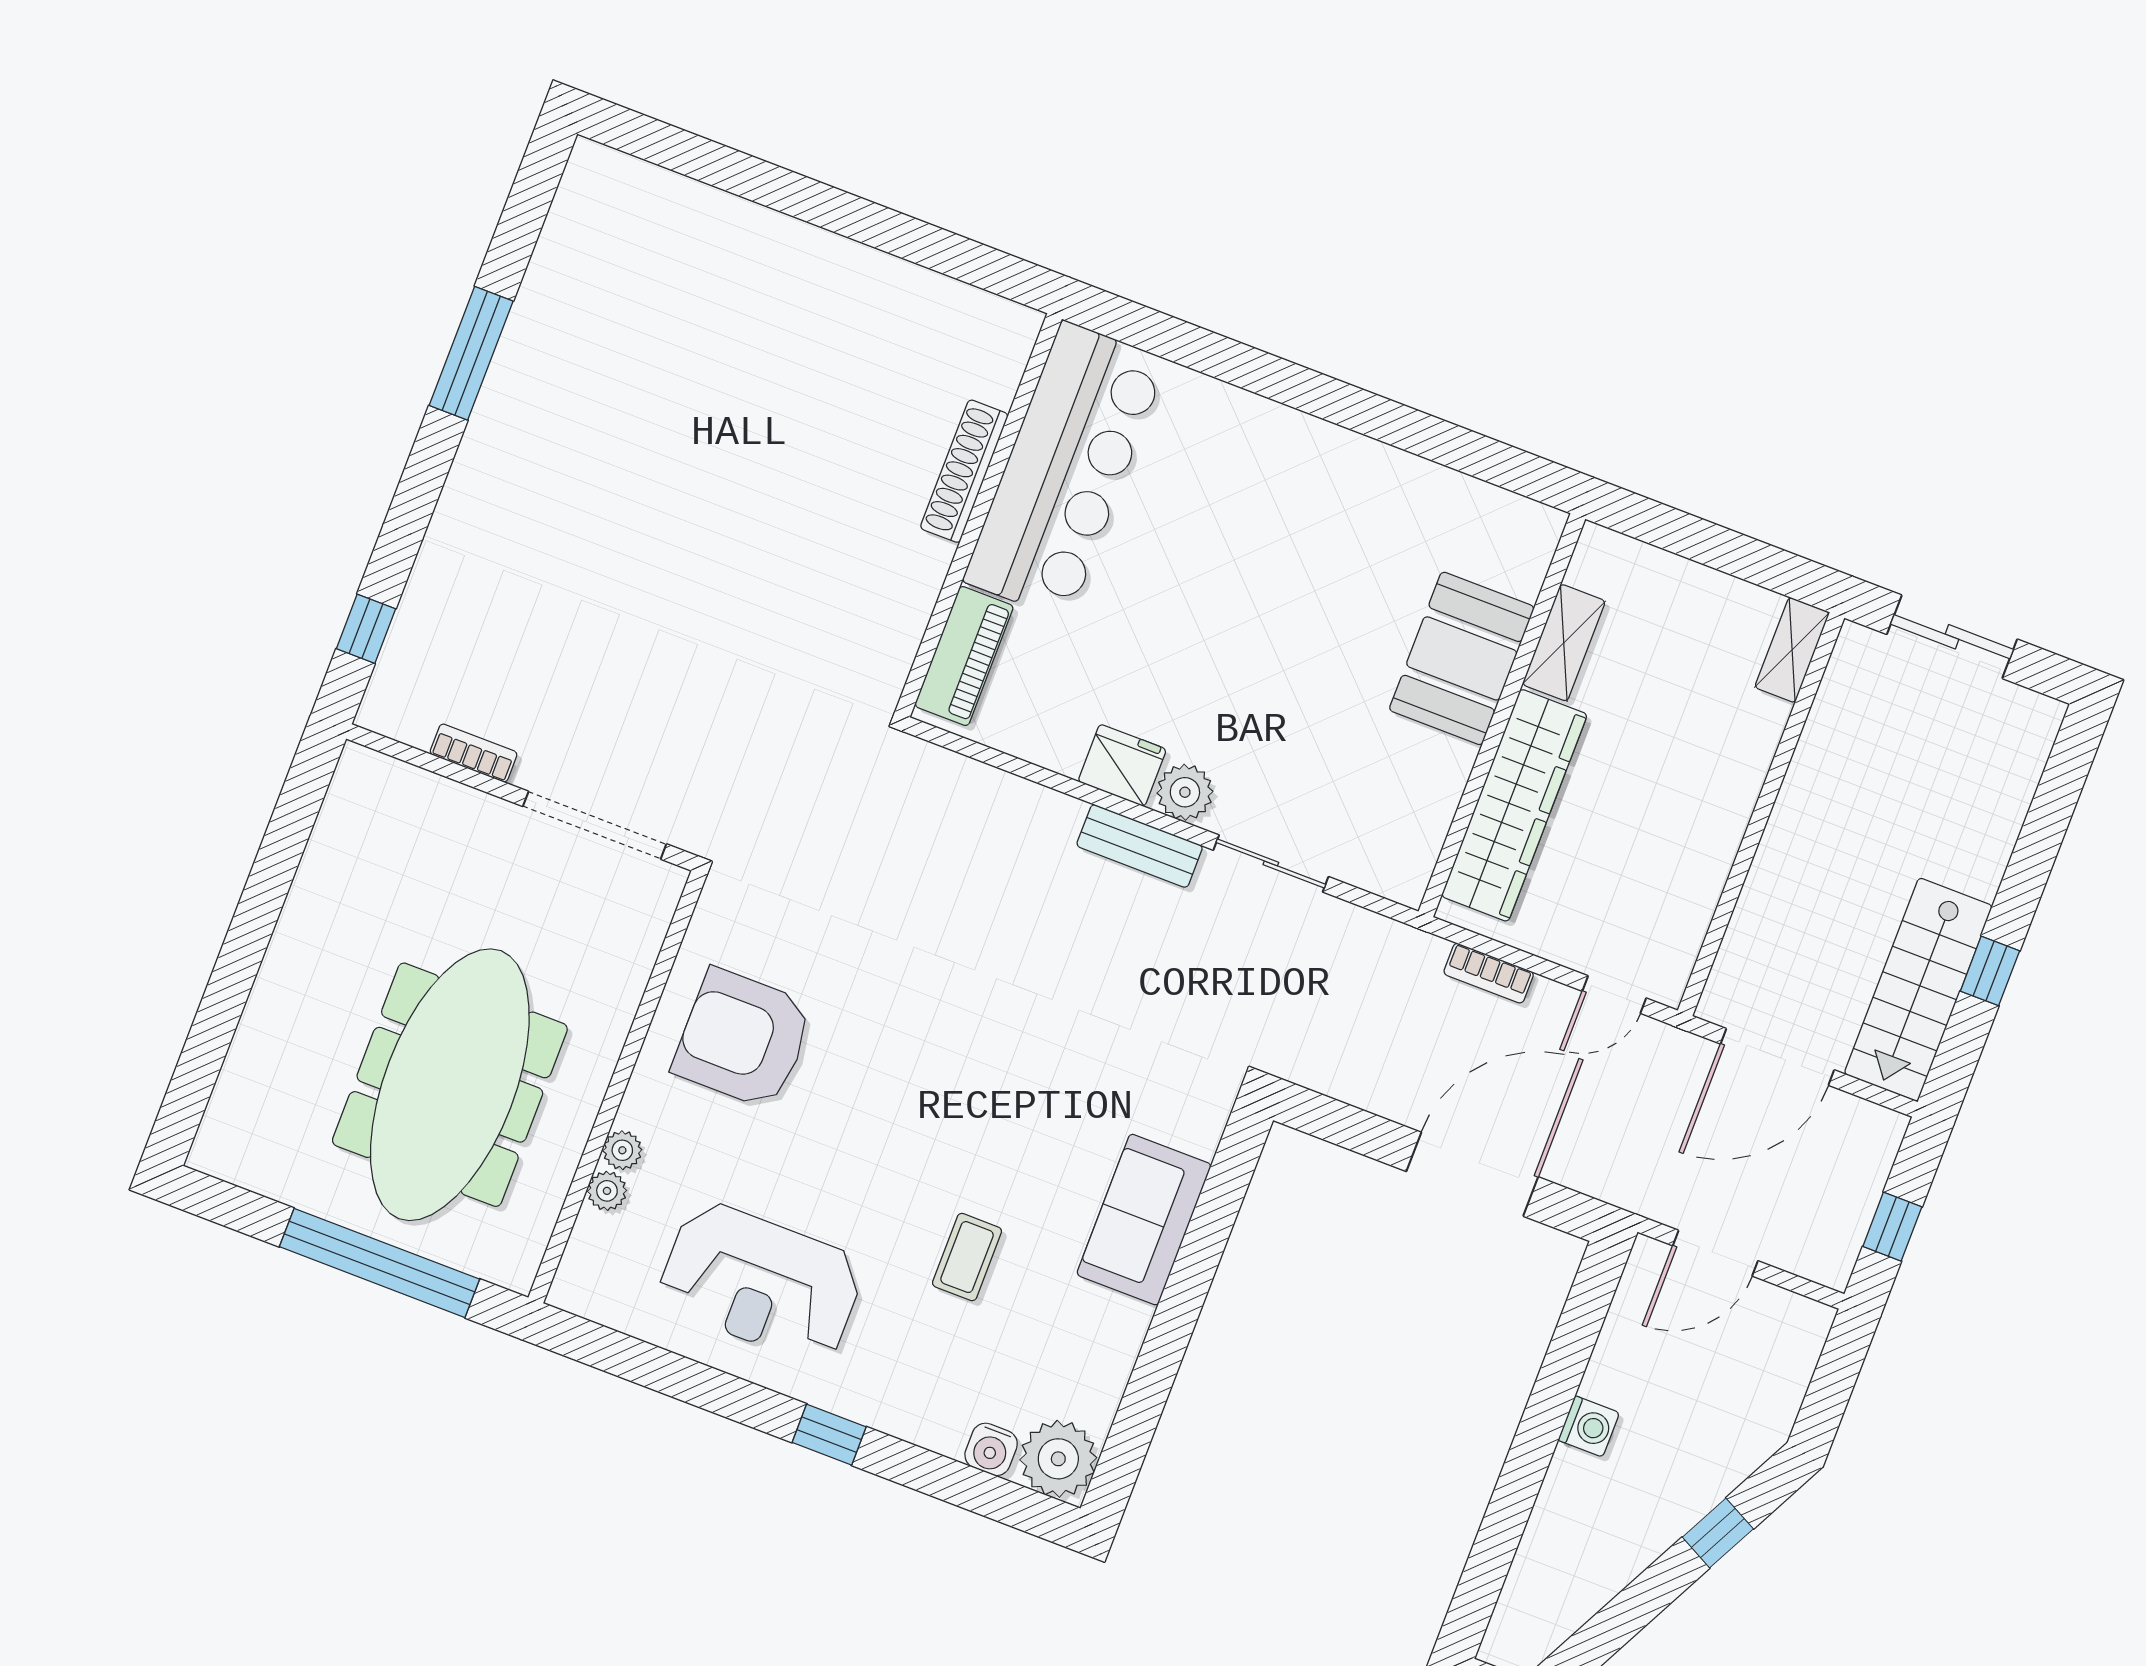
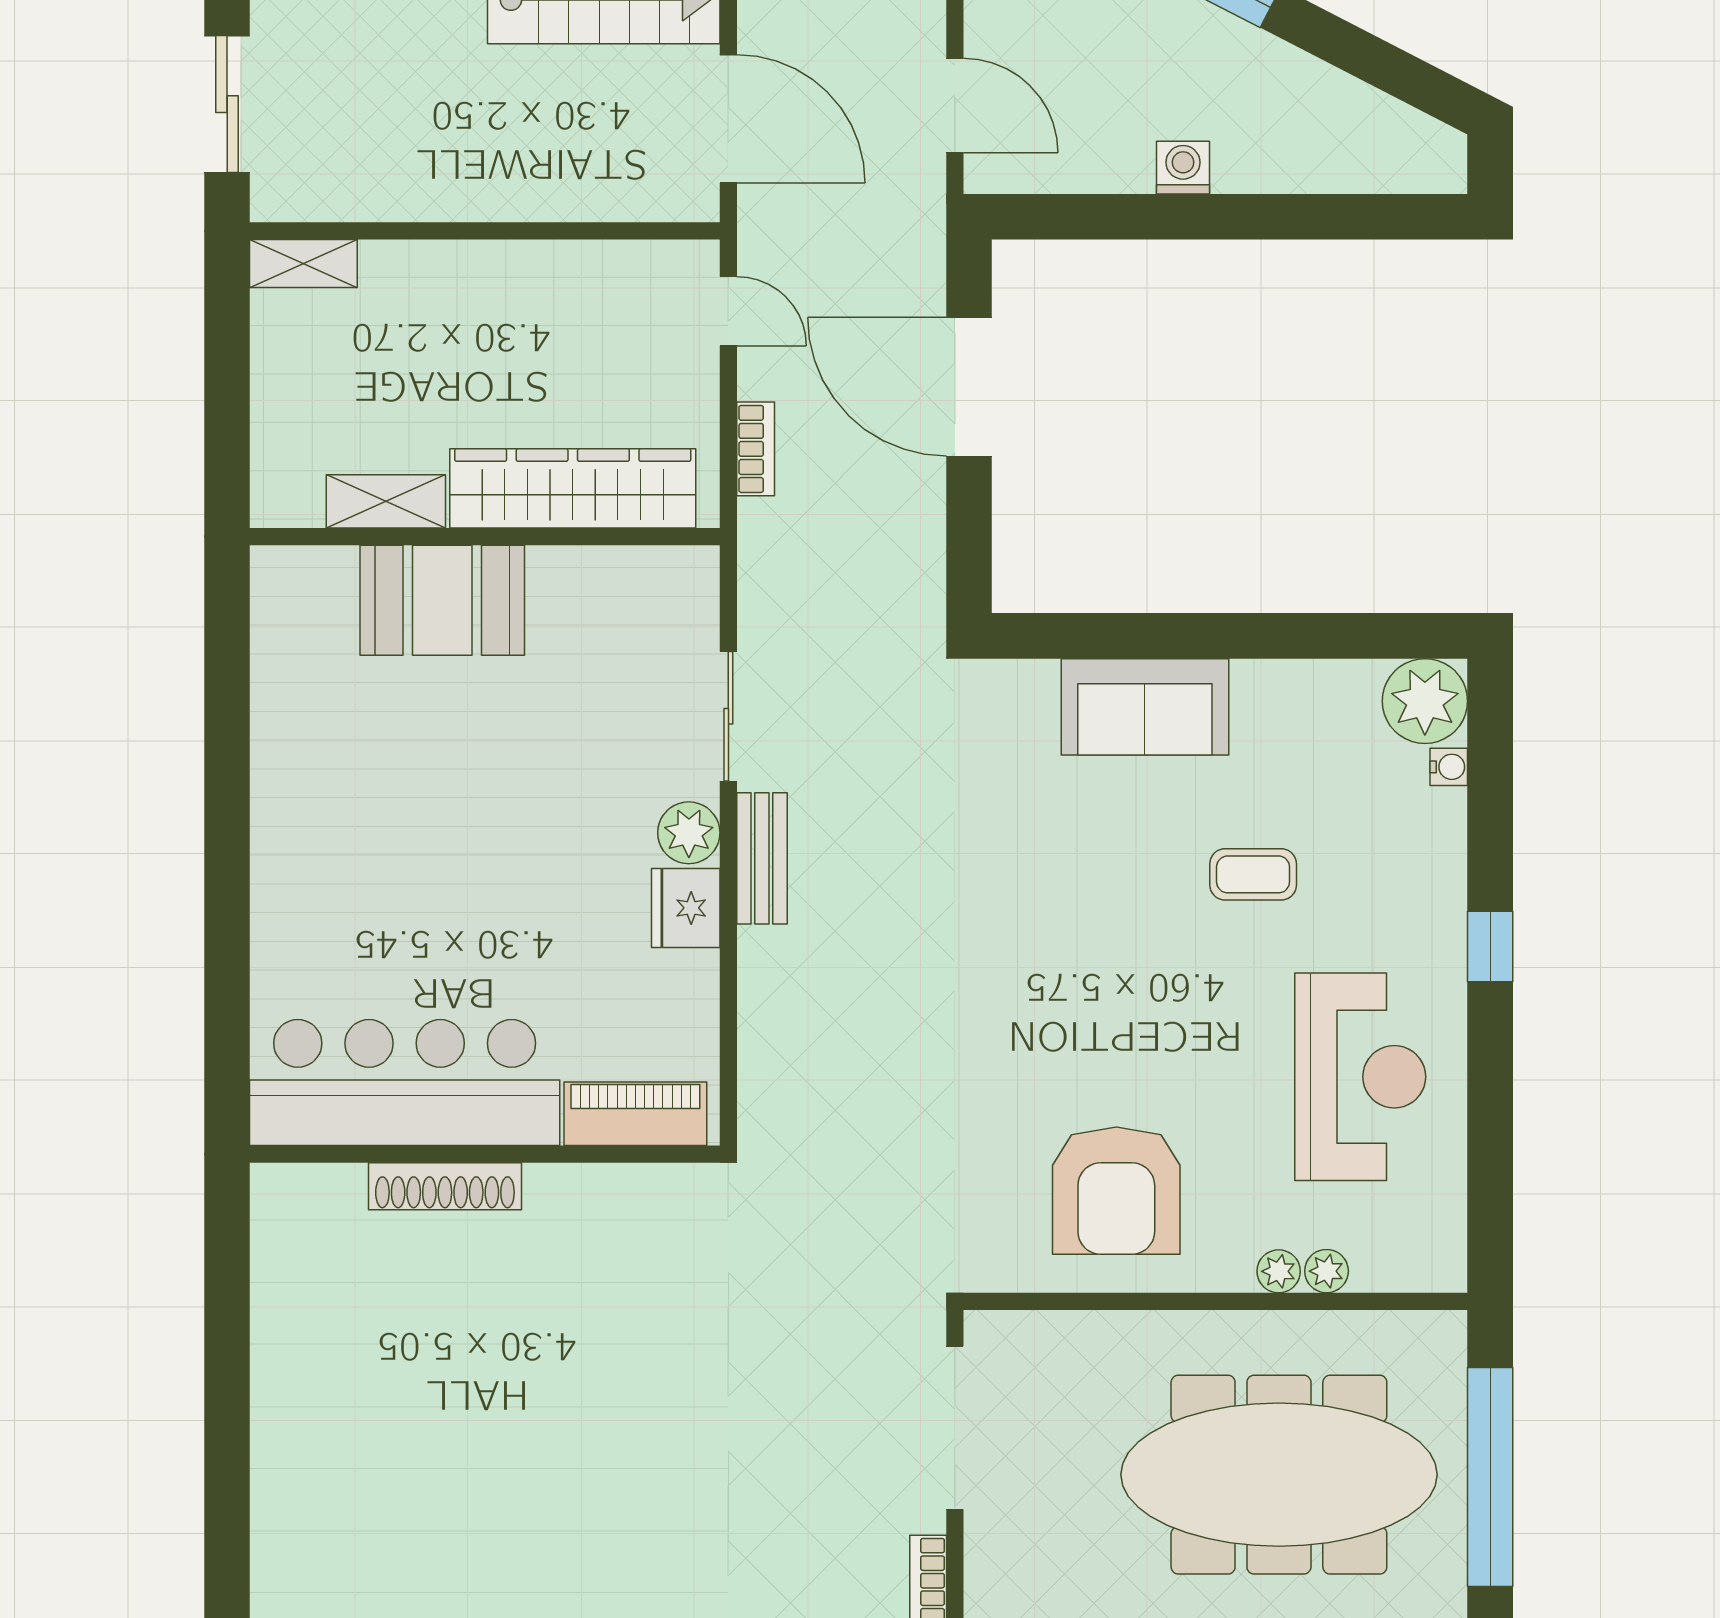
water cooler: (991, 1449) -> (1449, 767), width x0.72, depth x0.72

